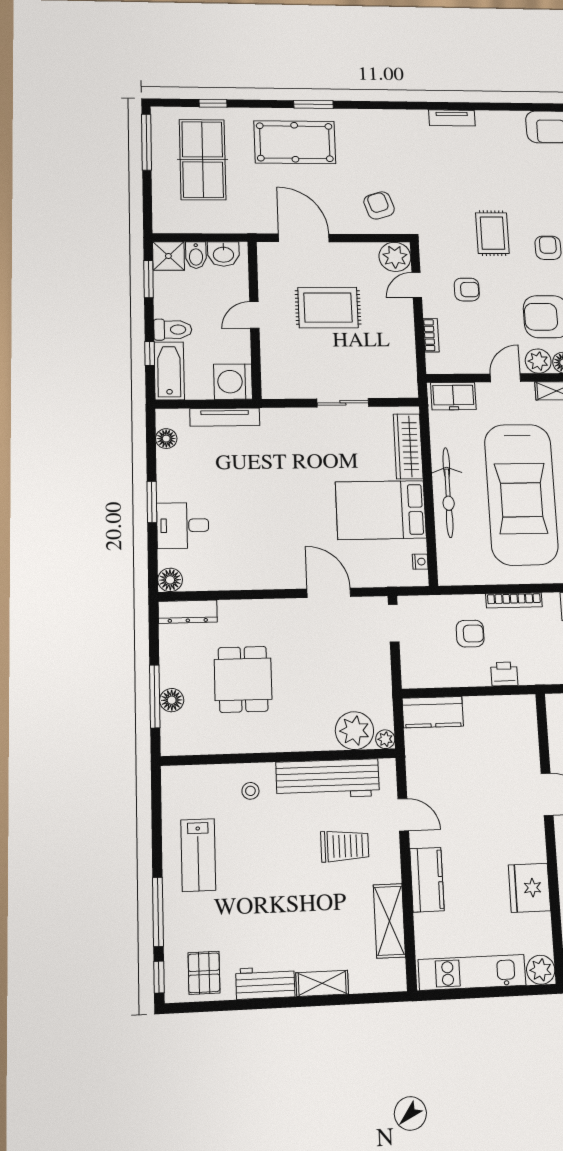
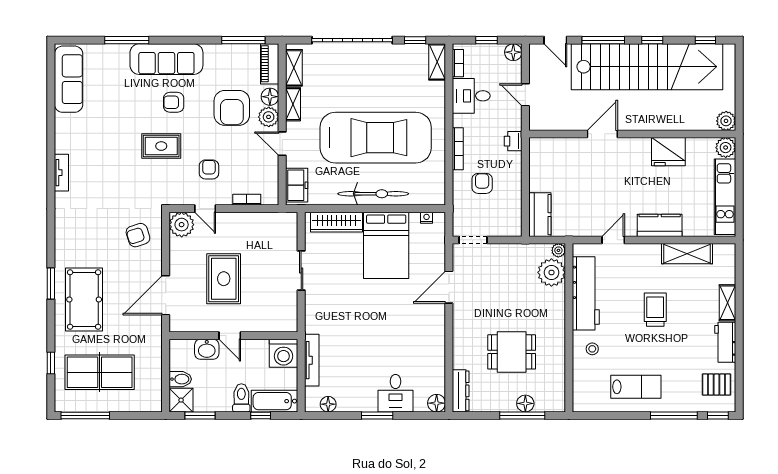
washbasin: (223, 254) -> (207, 349), moved, turned 90
printer: (504, 674) -> (513, 141), moved
trolley: (345, 846) -> (655, 310), moved

